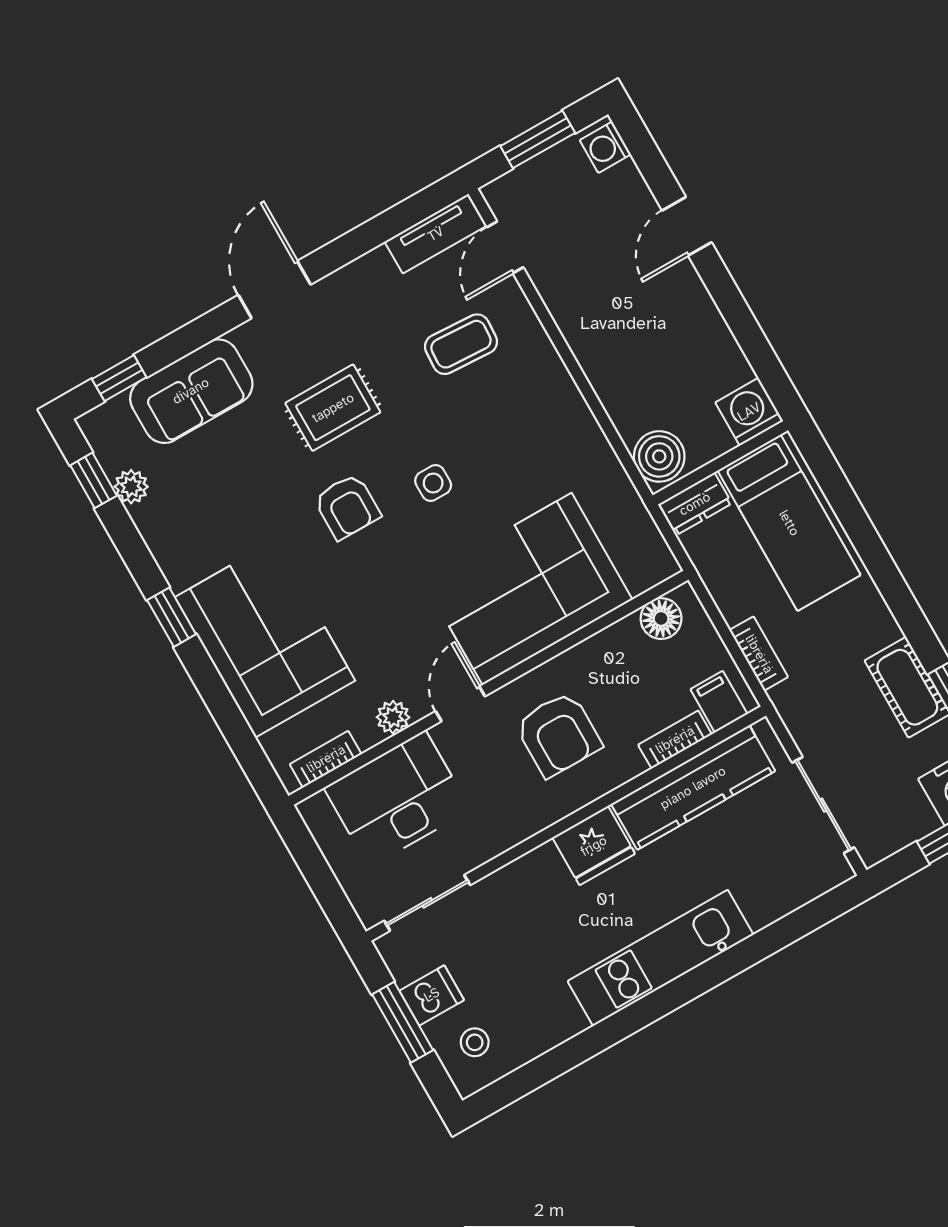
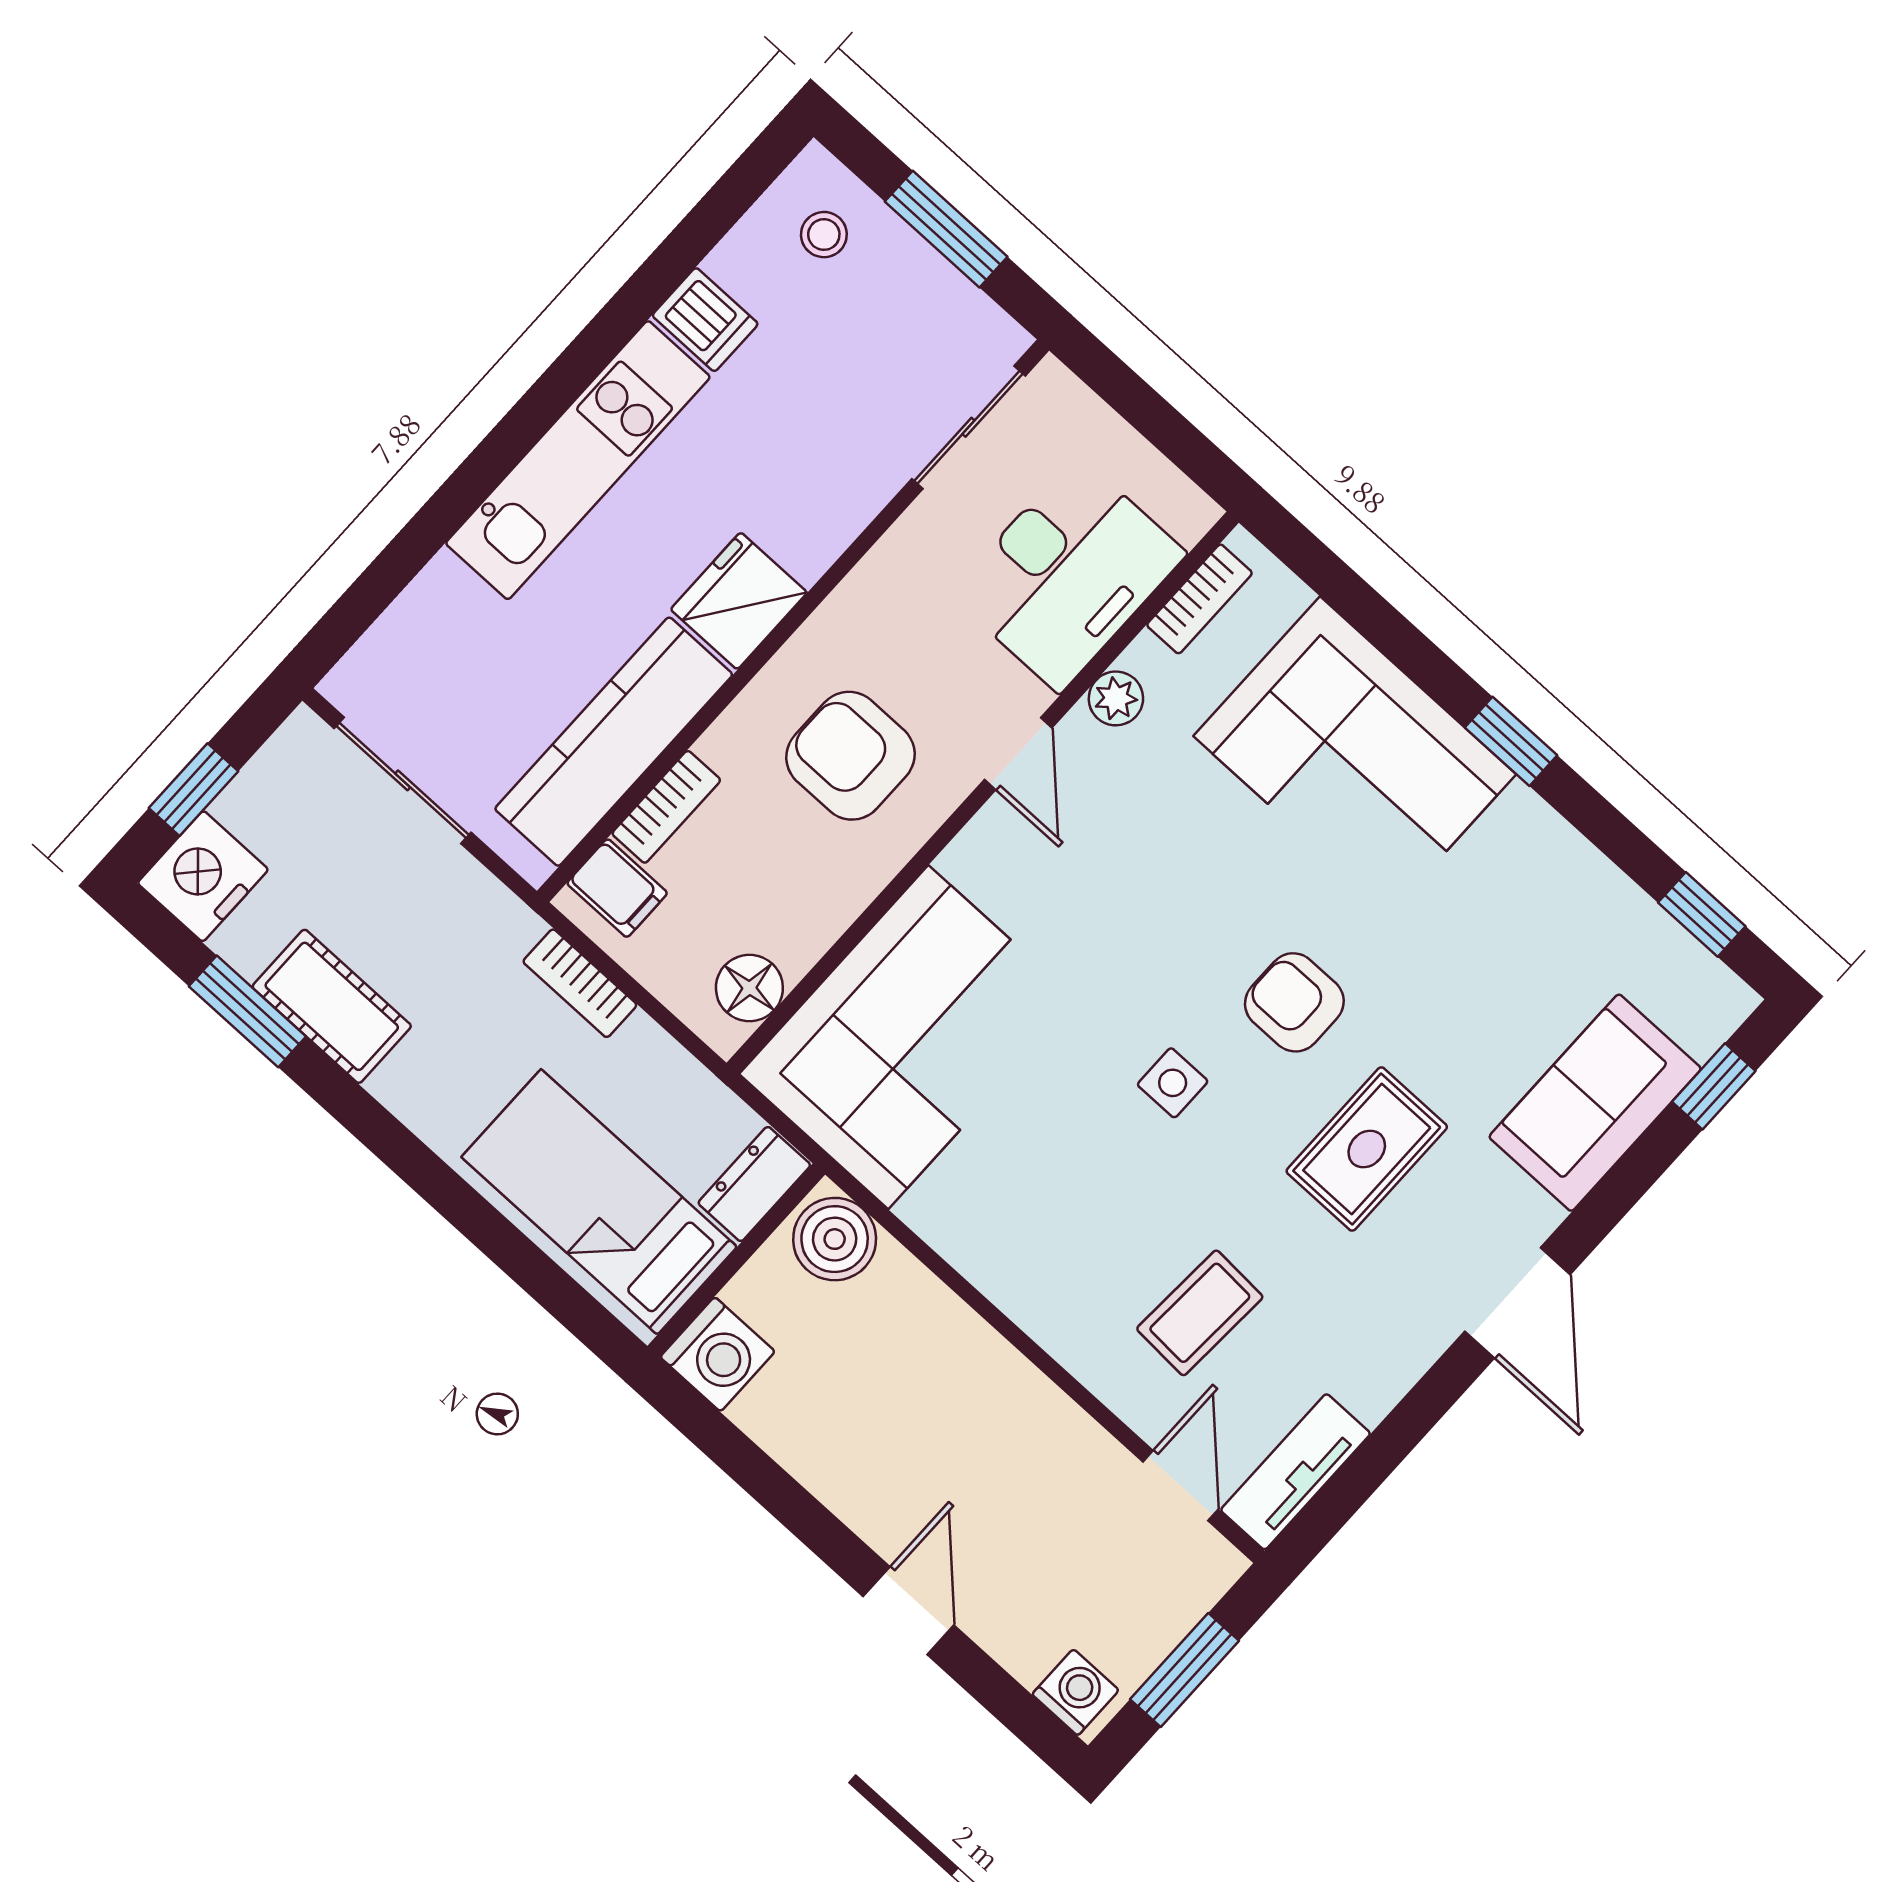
plant: (131, 487) -> (1640, 924), removed
corner sofa: (527, 589) -> (908, 1037), moved
dishwasher: (432, 995) -> (705, 320), moved, turned -90

